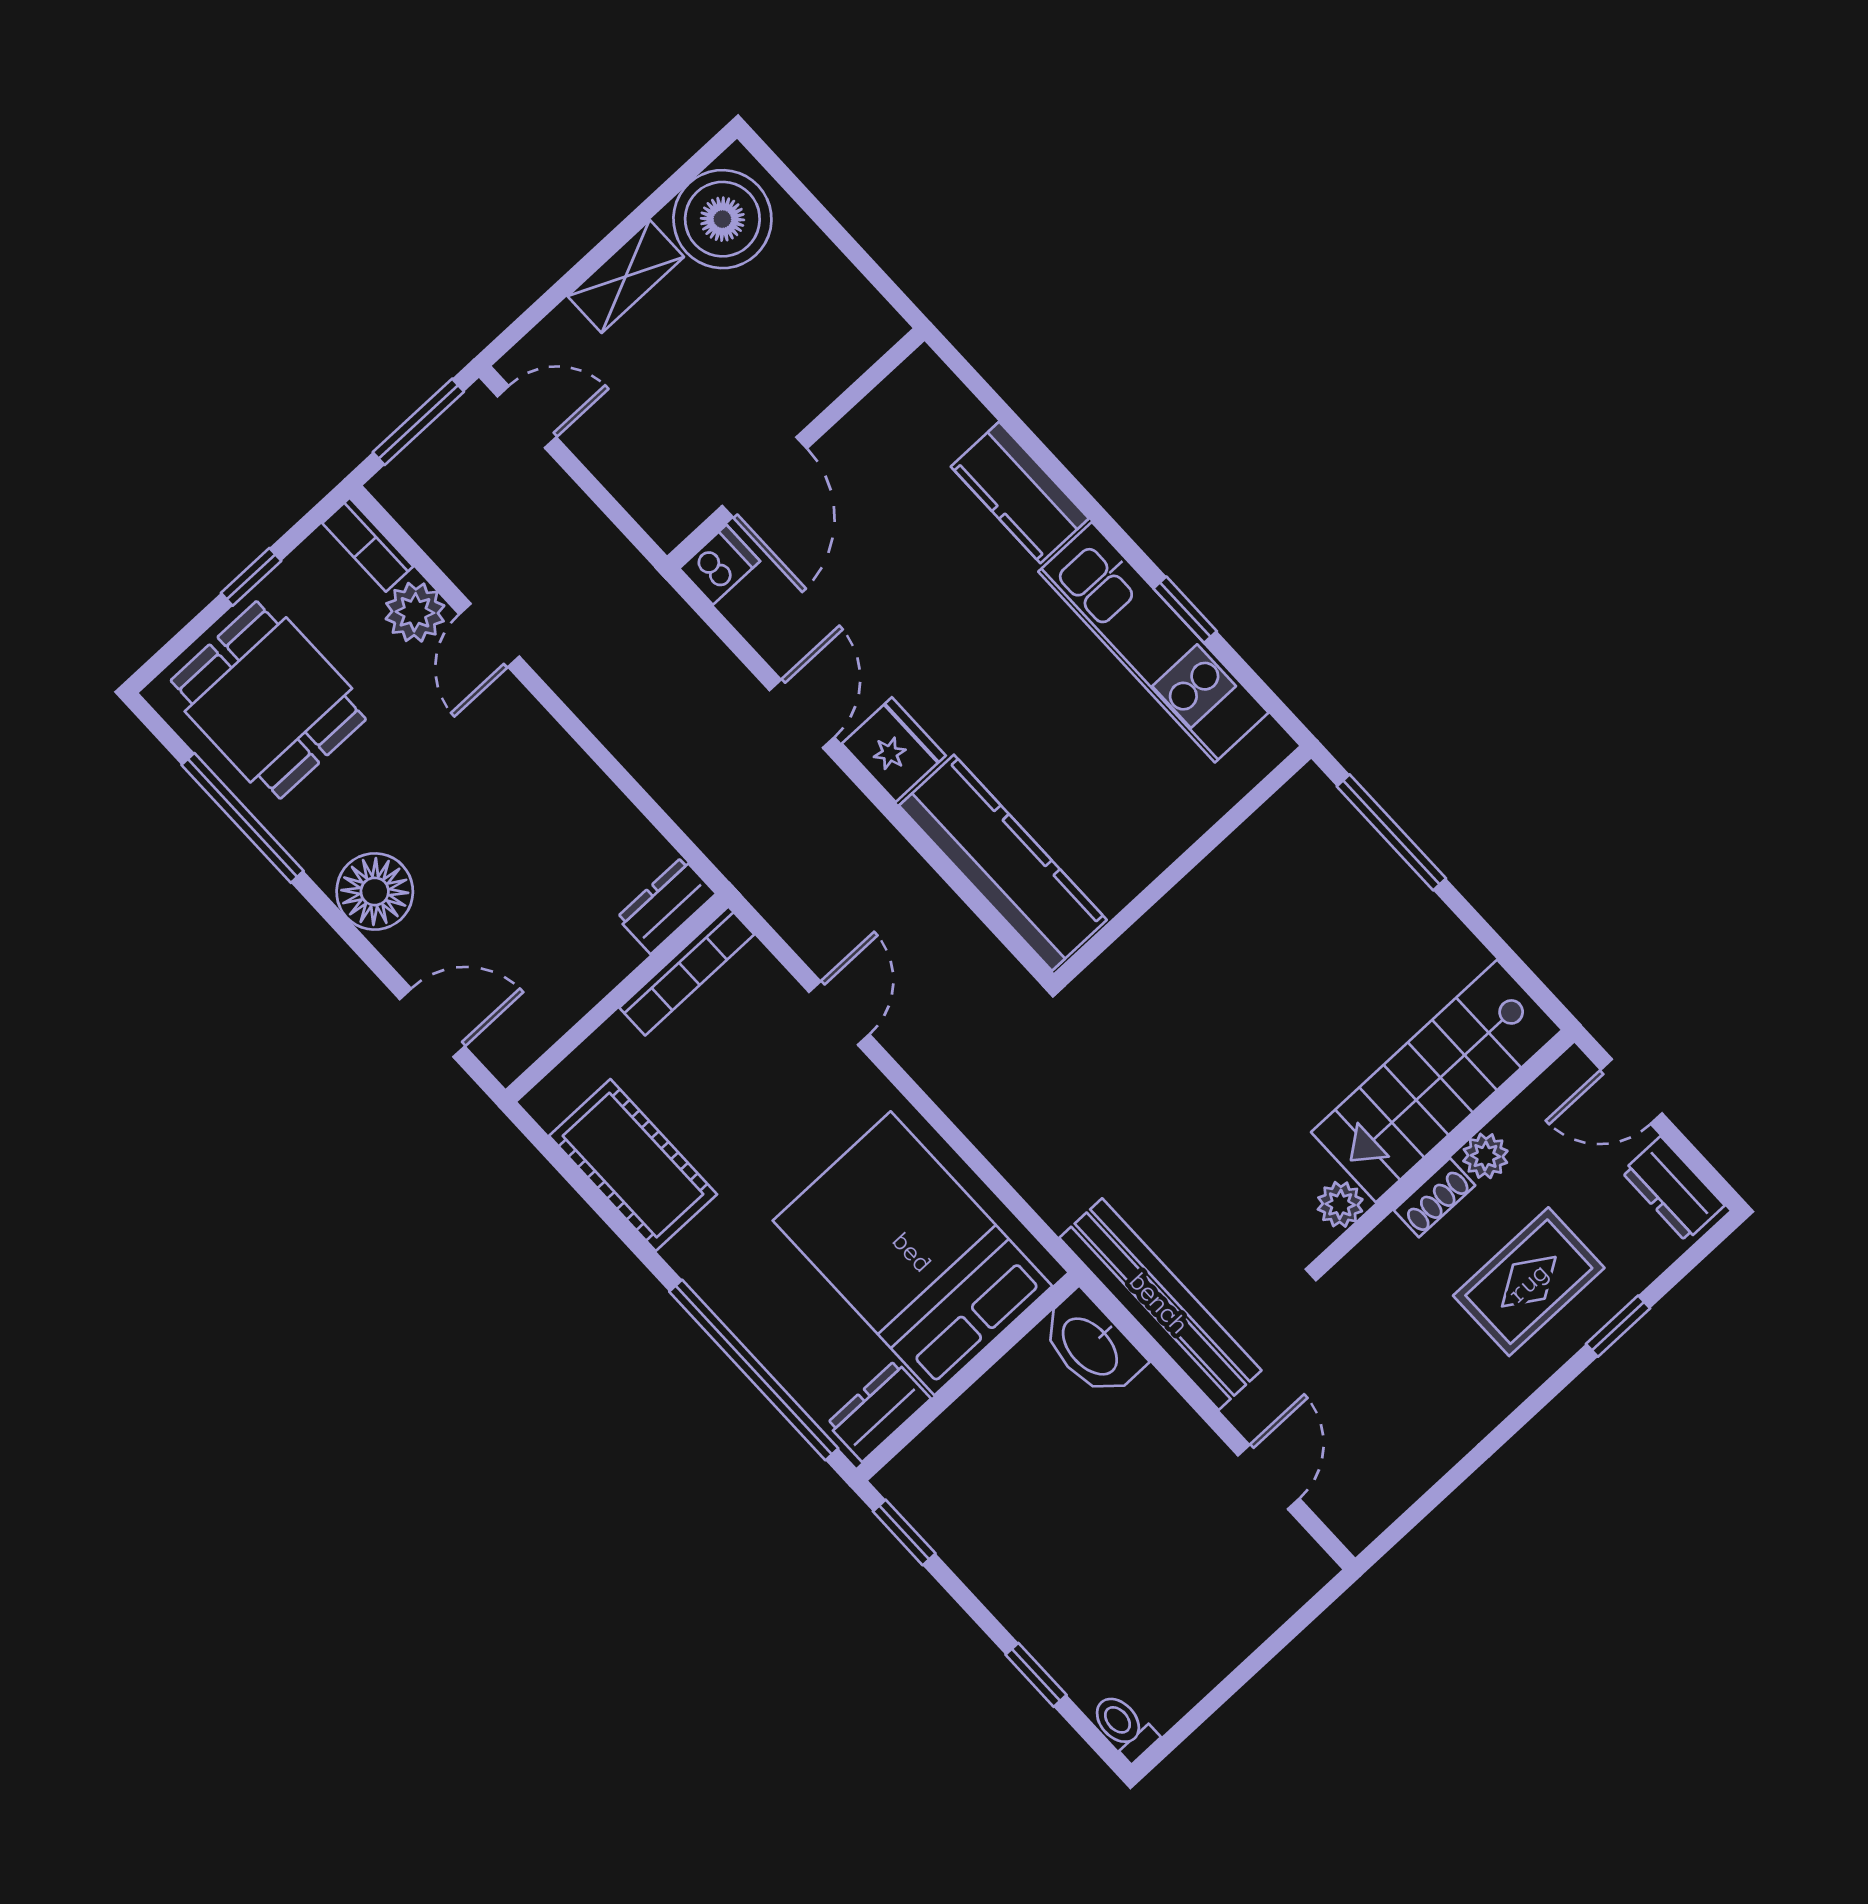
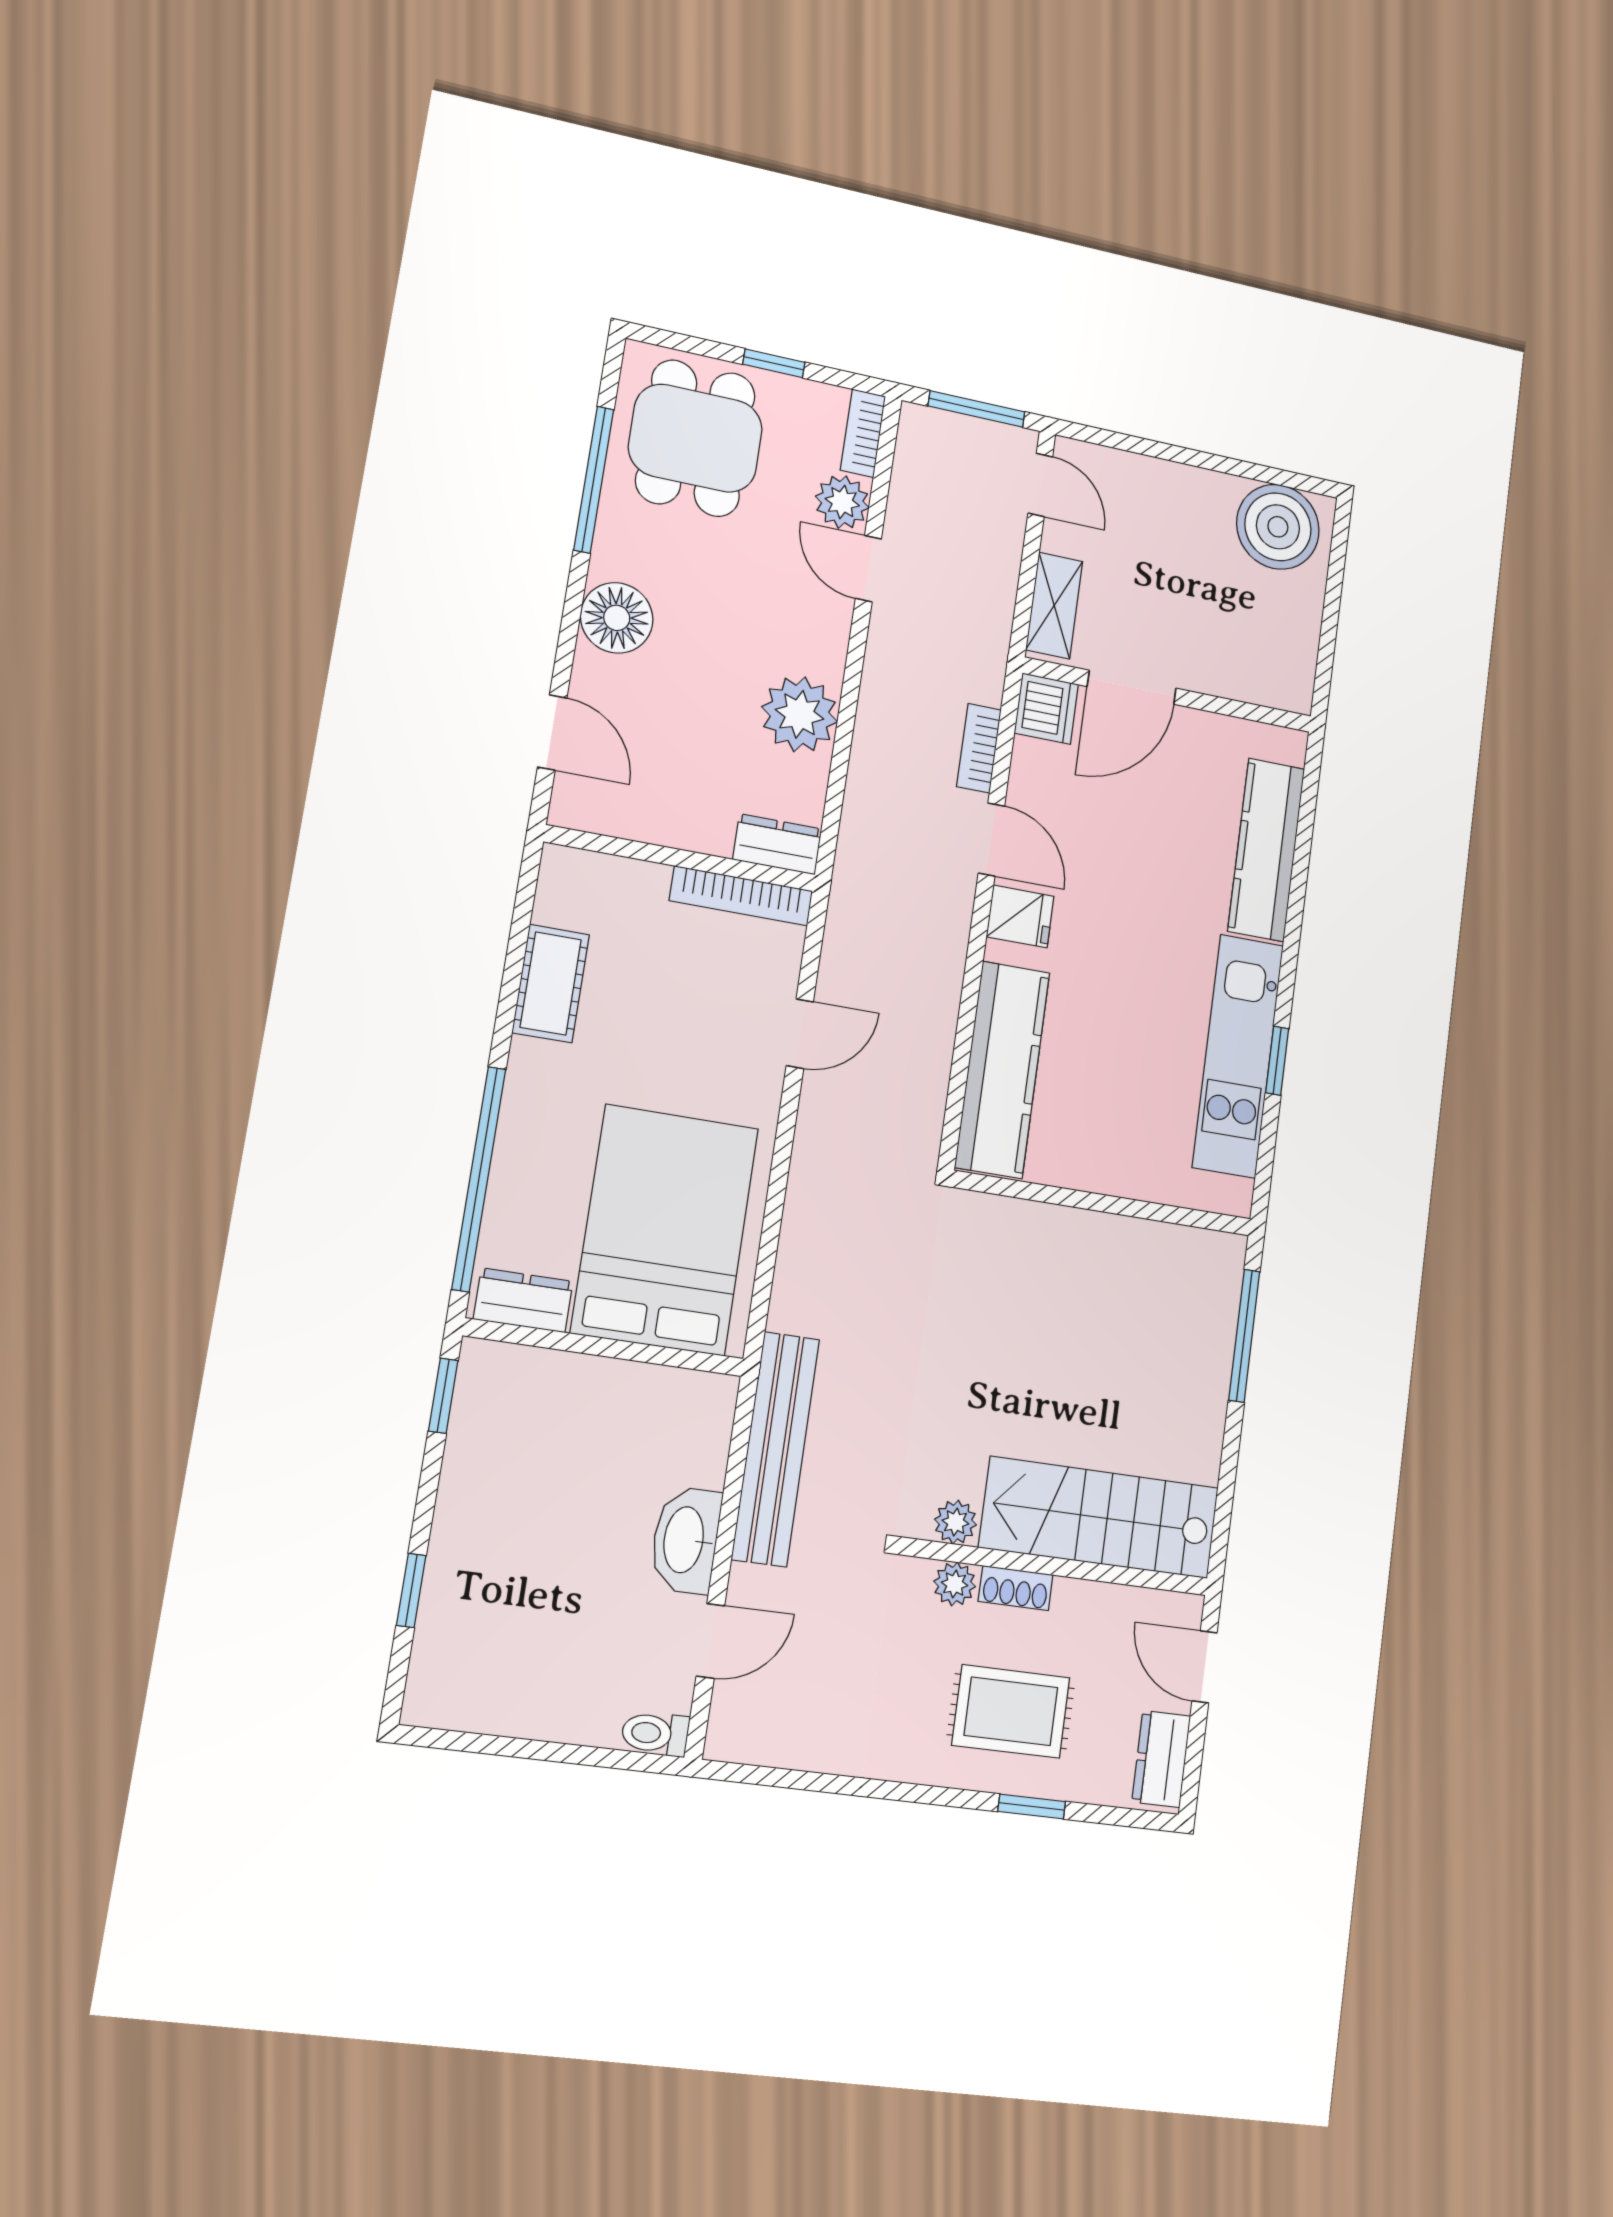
shelving: (626, 276) -> (1054, 606), moved, turned 90
kitchen counter: (1020, 493) -> (1266, 850), width x1.50
dishwasher: (720, 565) -> (1046, 709), width x1.38
door: (489, 635) -> (868, 569), hinge flipped
bookcase: (716, 661) -> (979, 748), added
door: (802, 714) -> (991, 840), hinge flipped
fridge: (894, 750) -> (1020, 917), width x0.72
plant: (571, 798) -> (800, 714), added
plant: (1485, 1156) -> (955, 1584), moved
cot: (633, 1165) -> (551, 984), width x0.73, depth x0.75
washbasin: (1091, 1345) -> (685, 1540), moved
toilet: (1124, 1727) -> (655, 1734), moved, turned -90

